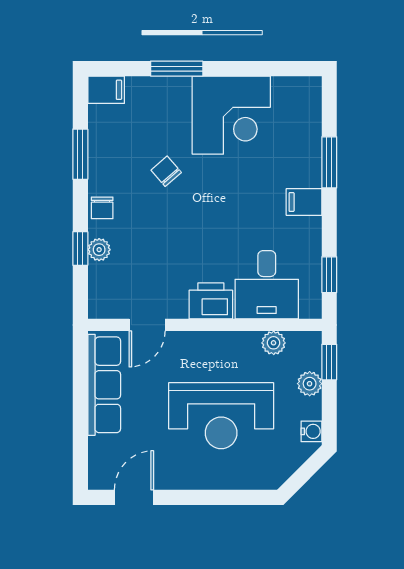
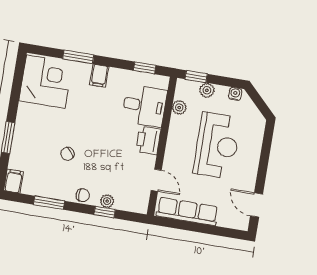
corner desk: (231, 115) -> (46, 82), moved

